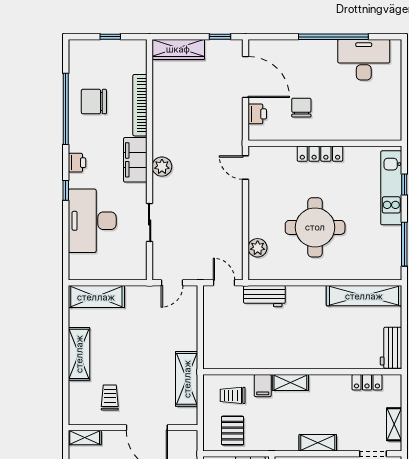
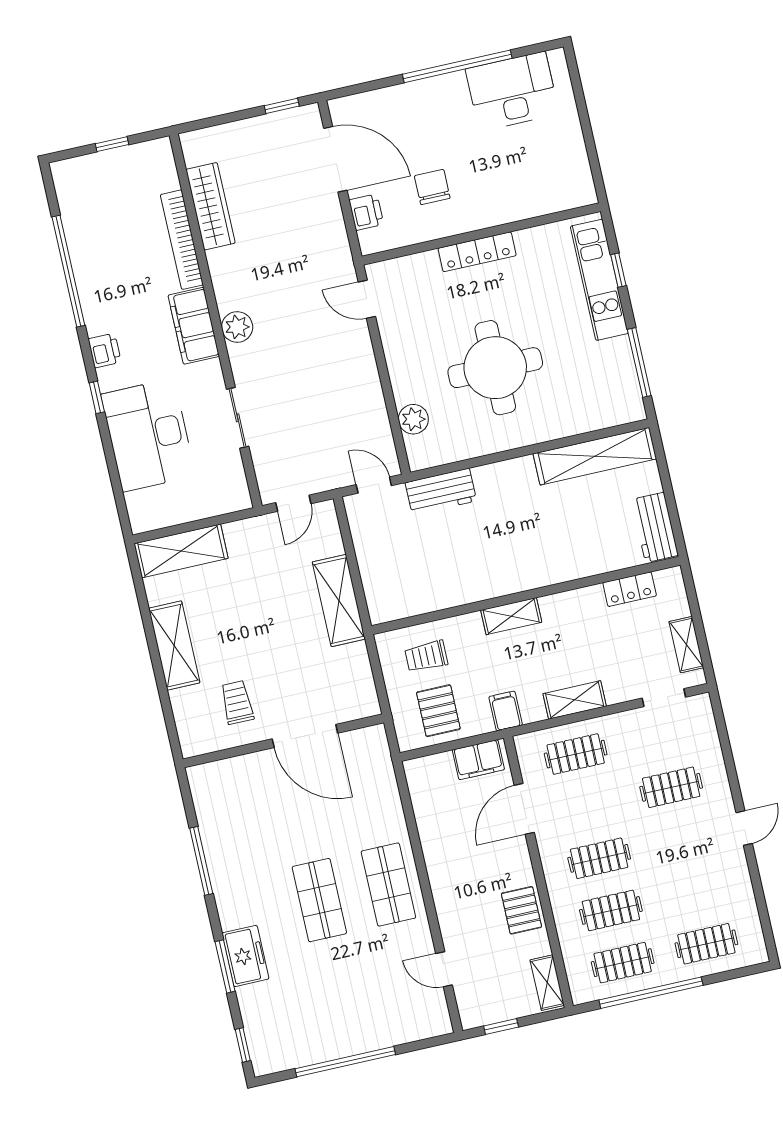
wardrobe: (178, 49) -> (211, 206), moved, turned -90
chair: (94, 102) -> (109, 250), removed
shelving: (187, 379) -> (339, 601), moved
filing cabinet: (263, 386) -> (506, 711), moved, turned 180
shelving: (85, 438) -> (212, 773), removed

